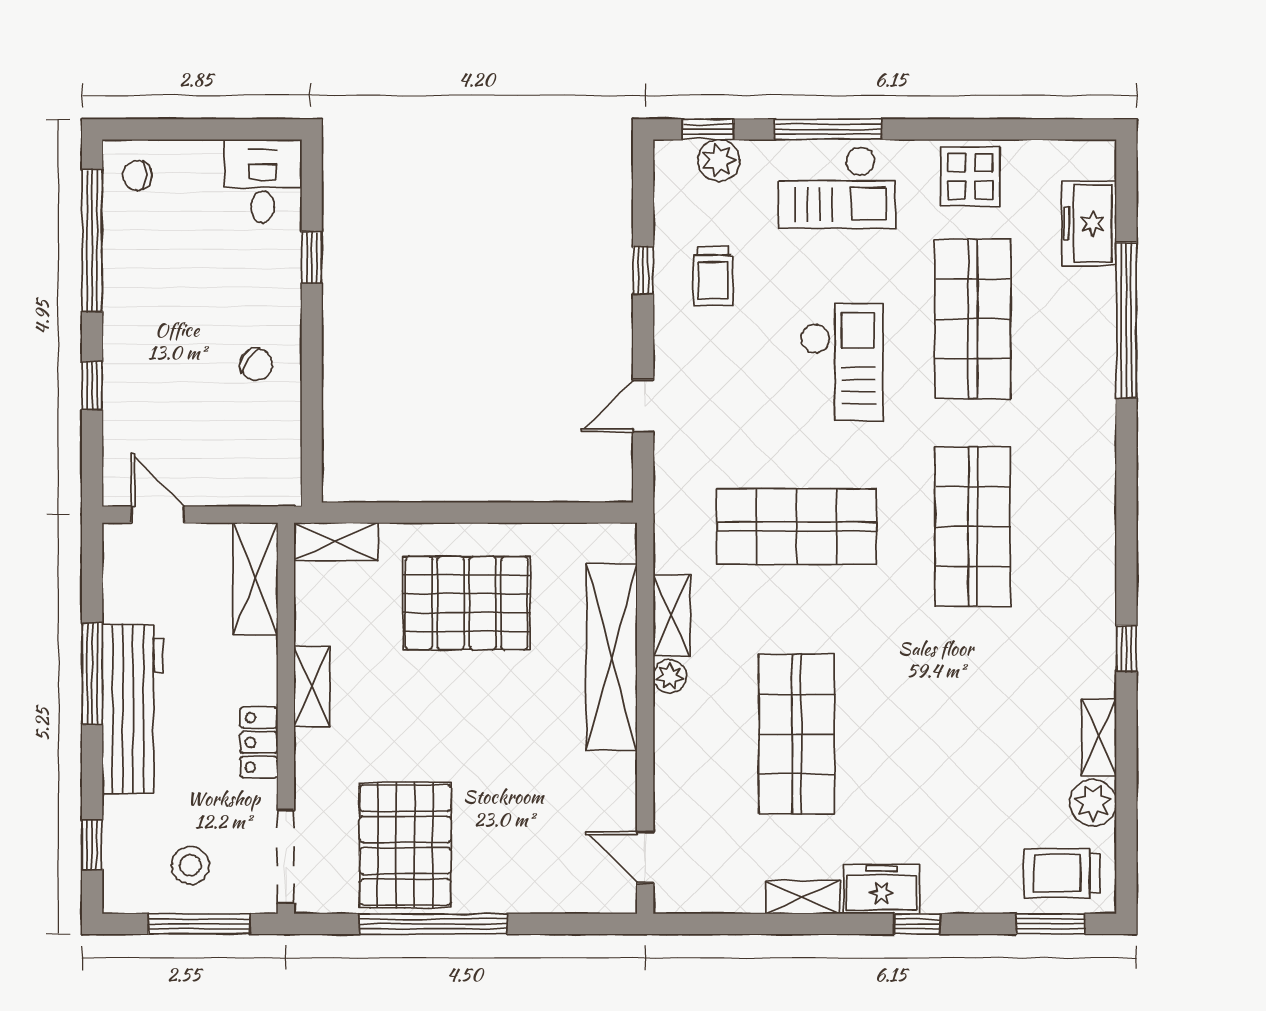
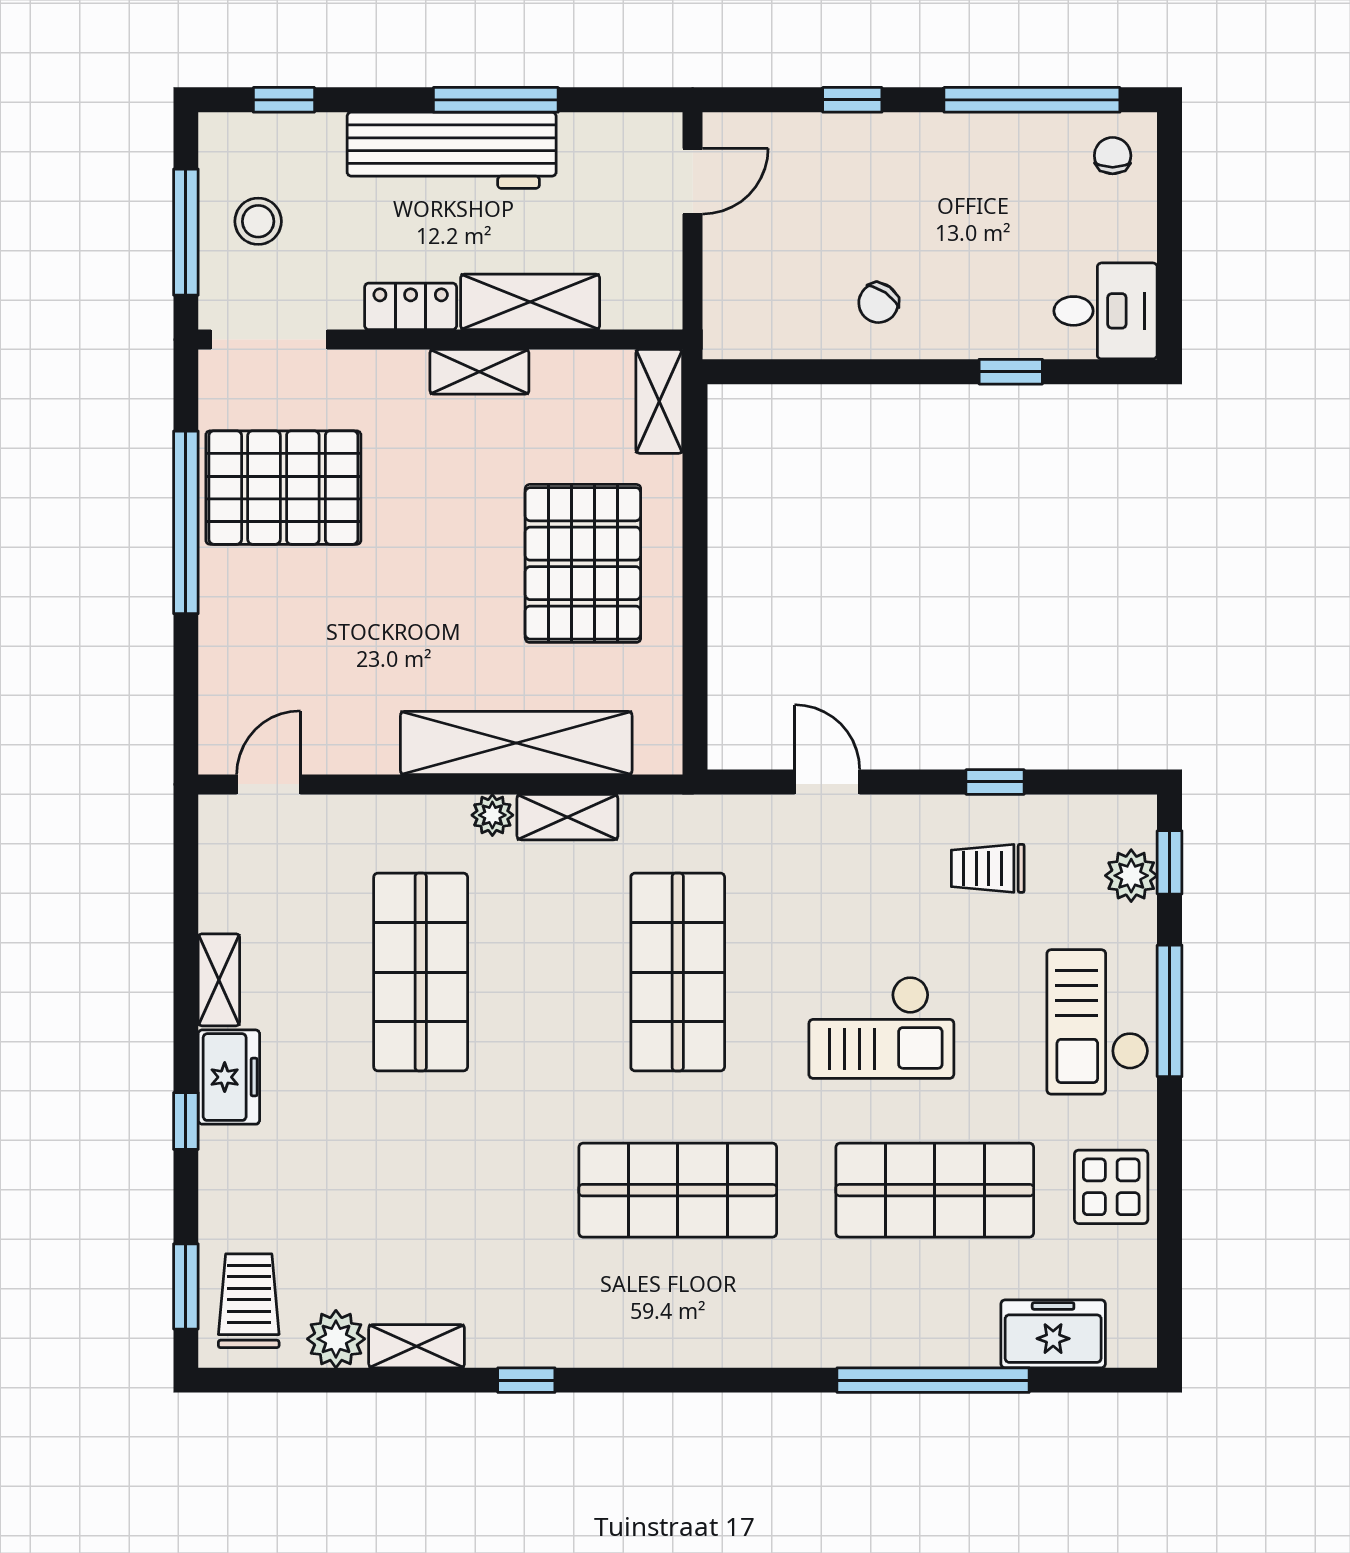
shelving: (255, 579) -> (530, 302), moved
shop shelf: (797, 734) -> (421, 972), turned 90

